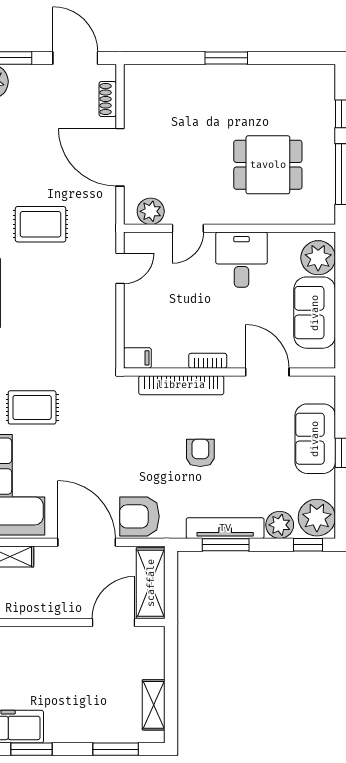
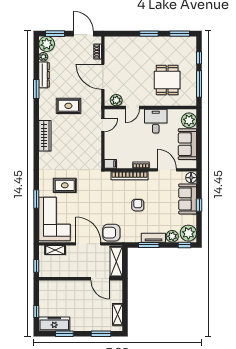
window: (297, 58) -> (180, 34), added
dining table: (268, 165) -> (167, 80), turned 90
floor lamp: (323, 390) -> (191, 178), added
tv unit: (225, 528) -> (153, 238), width x0.71
door: (113, 623) -> (100, 279), swing flipped

